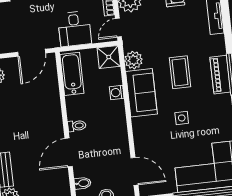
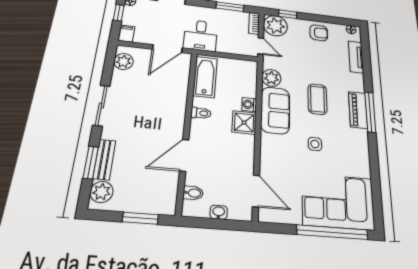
door: (118, 28) -> (261, 46), swing flipped
desk: (74, 29) -> (200, 35), moved
shower: (109, 57) -> (244, 122), moved
toilet: (77, 126) -> (201, 113), moved

